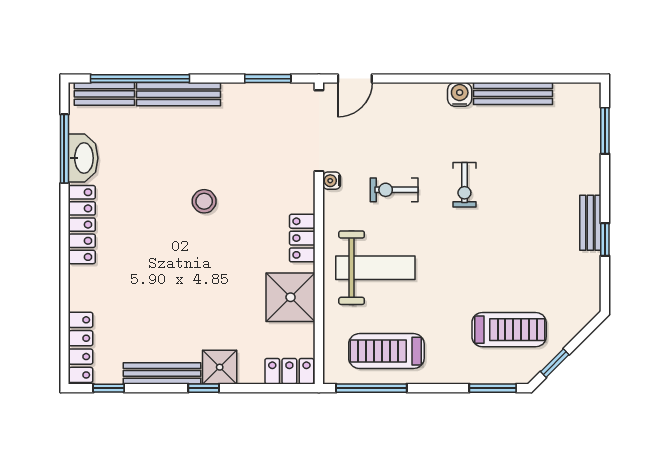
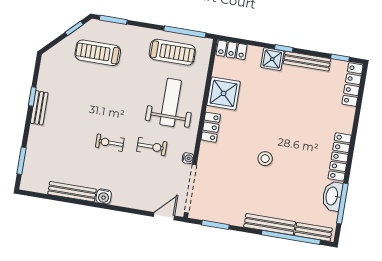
exercise bike: (464, 185) -> (110, 143), turned -90
weight bench: (375, 268) -> (171, 102), turned 90

